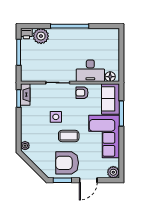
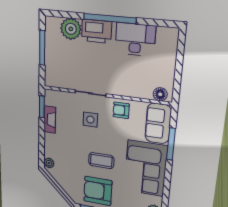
printer: (26, 33) -> (97, 31), moved, width x1.87, depth x1.48
desk: (90, 71) -> (135, 39), moved, turned 180
fireplace: (25, 95) -> (50, 120), moved
side table: (56, 117) -> (90, 120), moved

